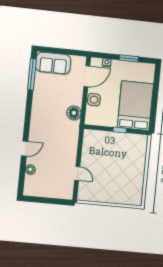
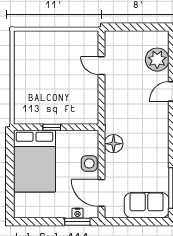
window: (129, 58) -> (77, 222), moved
door: (87, 76) -> (101, 193), hinge flipped
plant: (30, 169) -> (157, 60), width x1.88, depth x1.88

